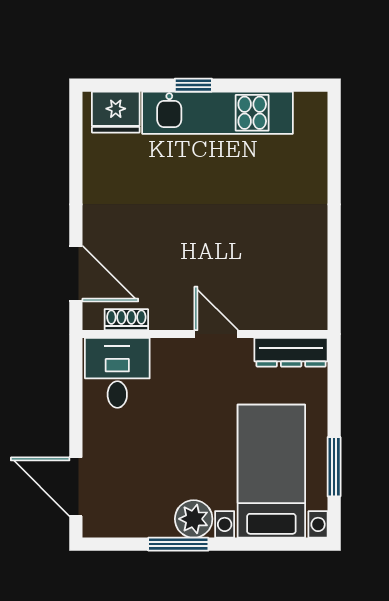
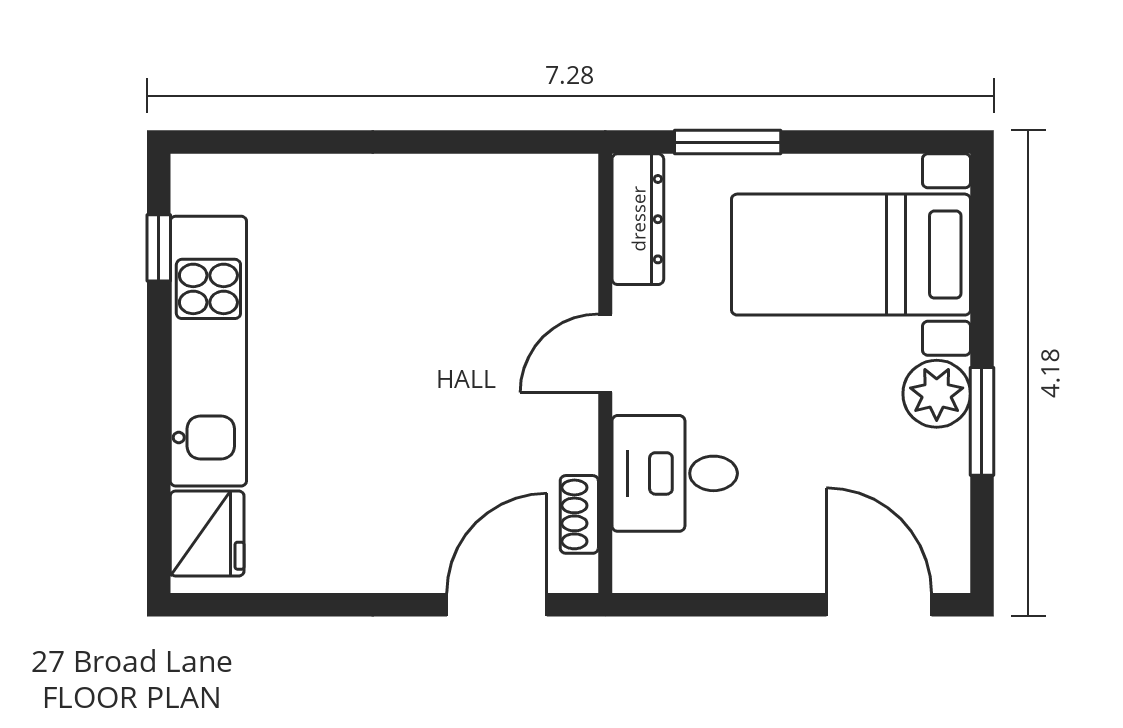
window: (193, 85) -> (159, 248), moved
desk: (117, 373) -> (675, 473), moved
window: (334, 467) -> (728, 142), moved
door: (76, 487) -> (879, 605), swing flipped

